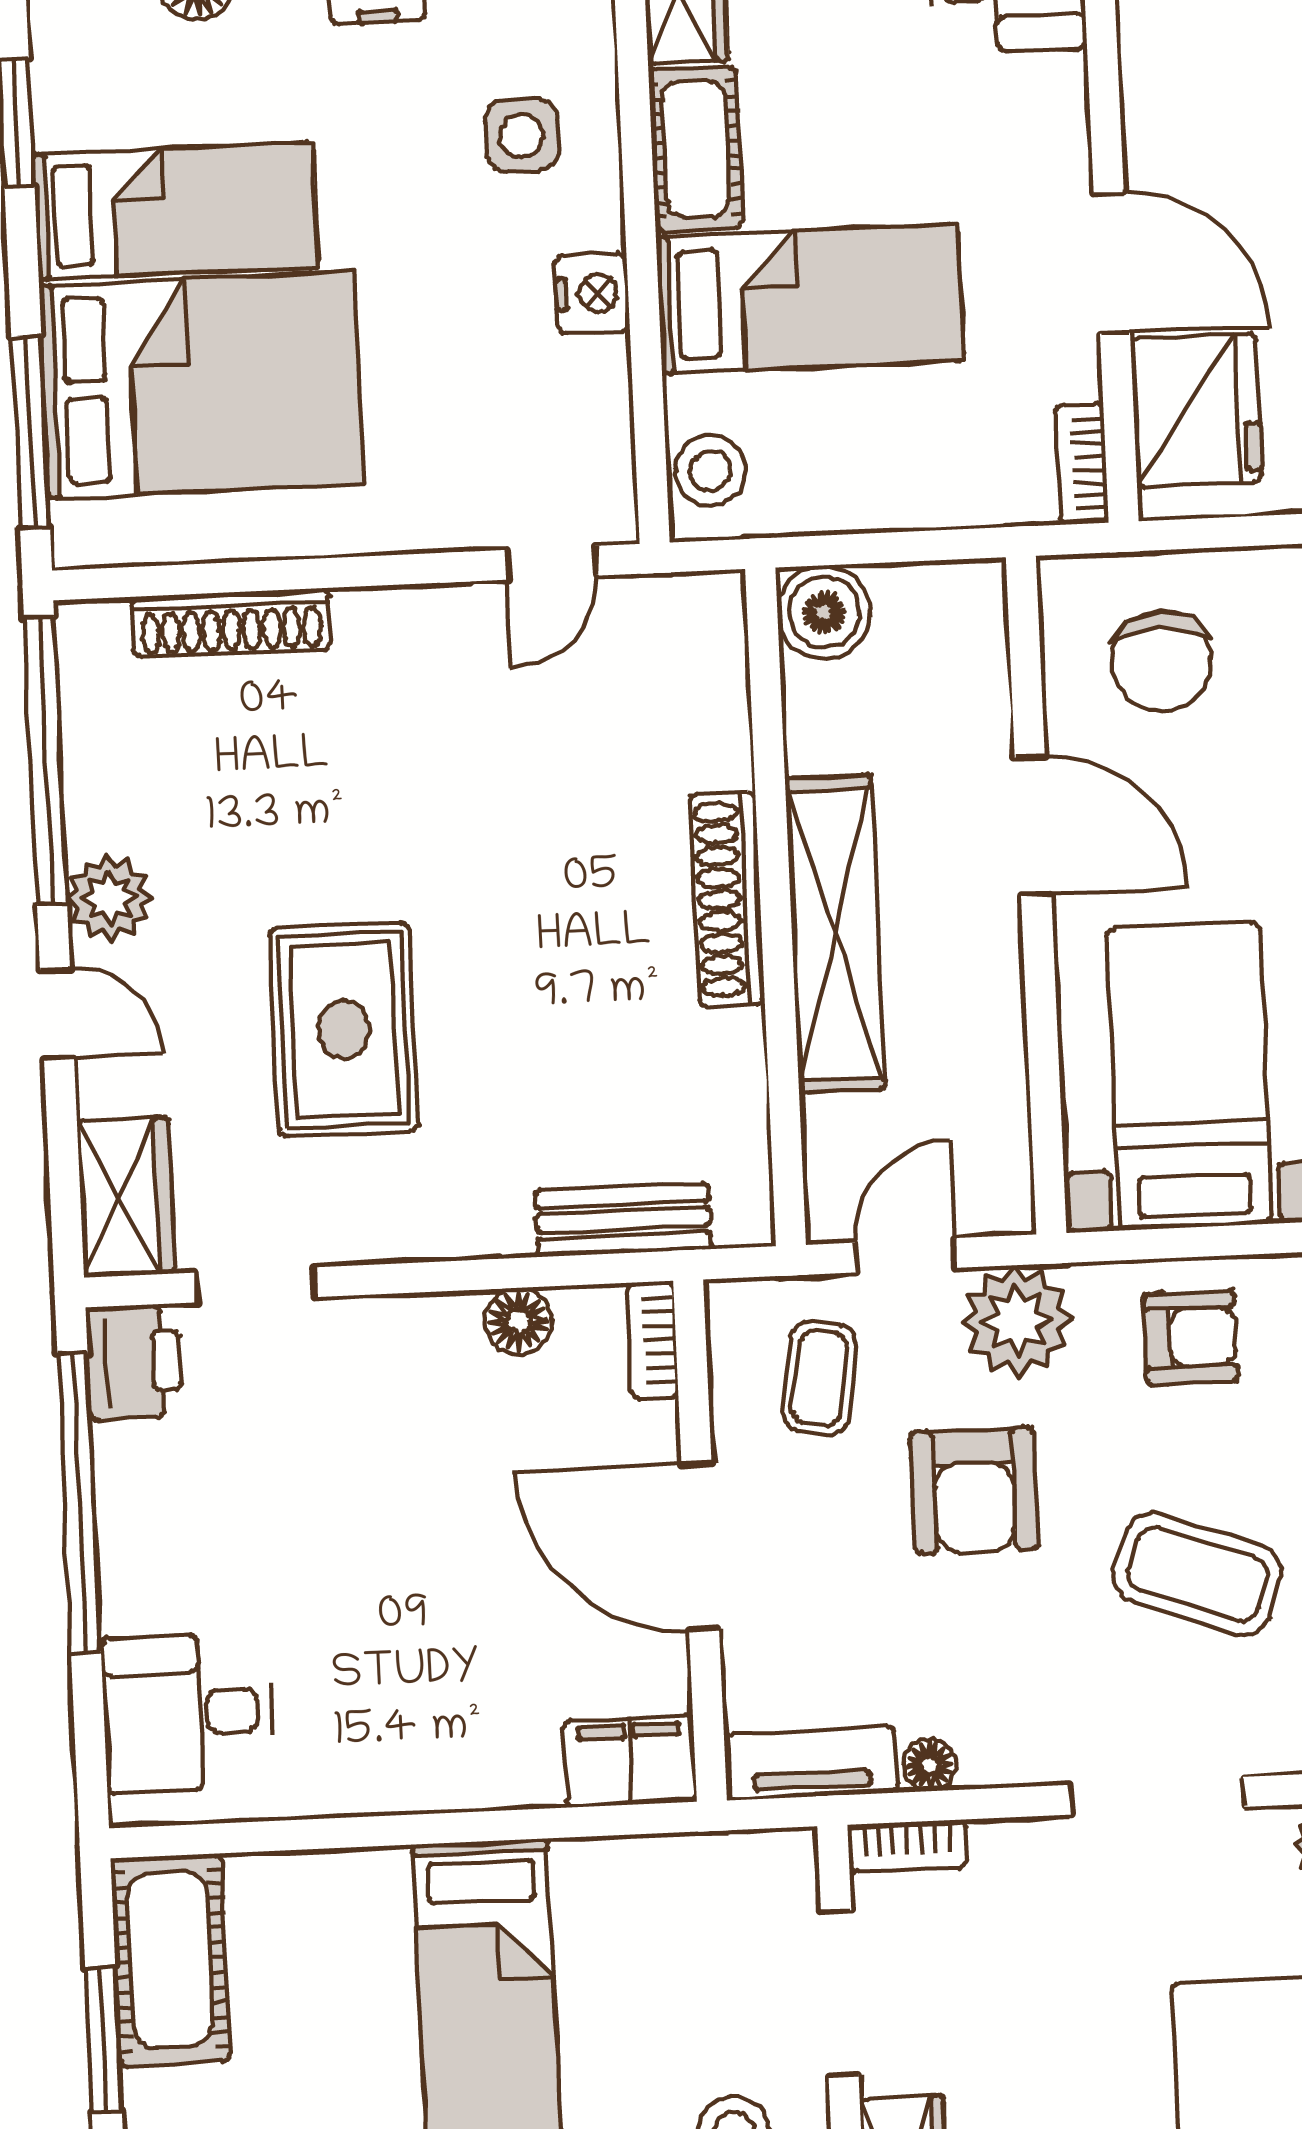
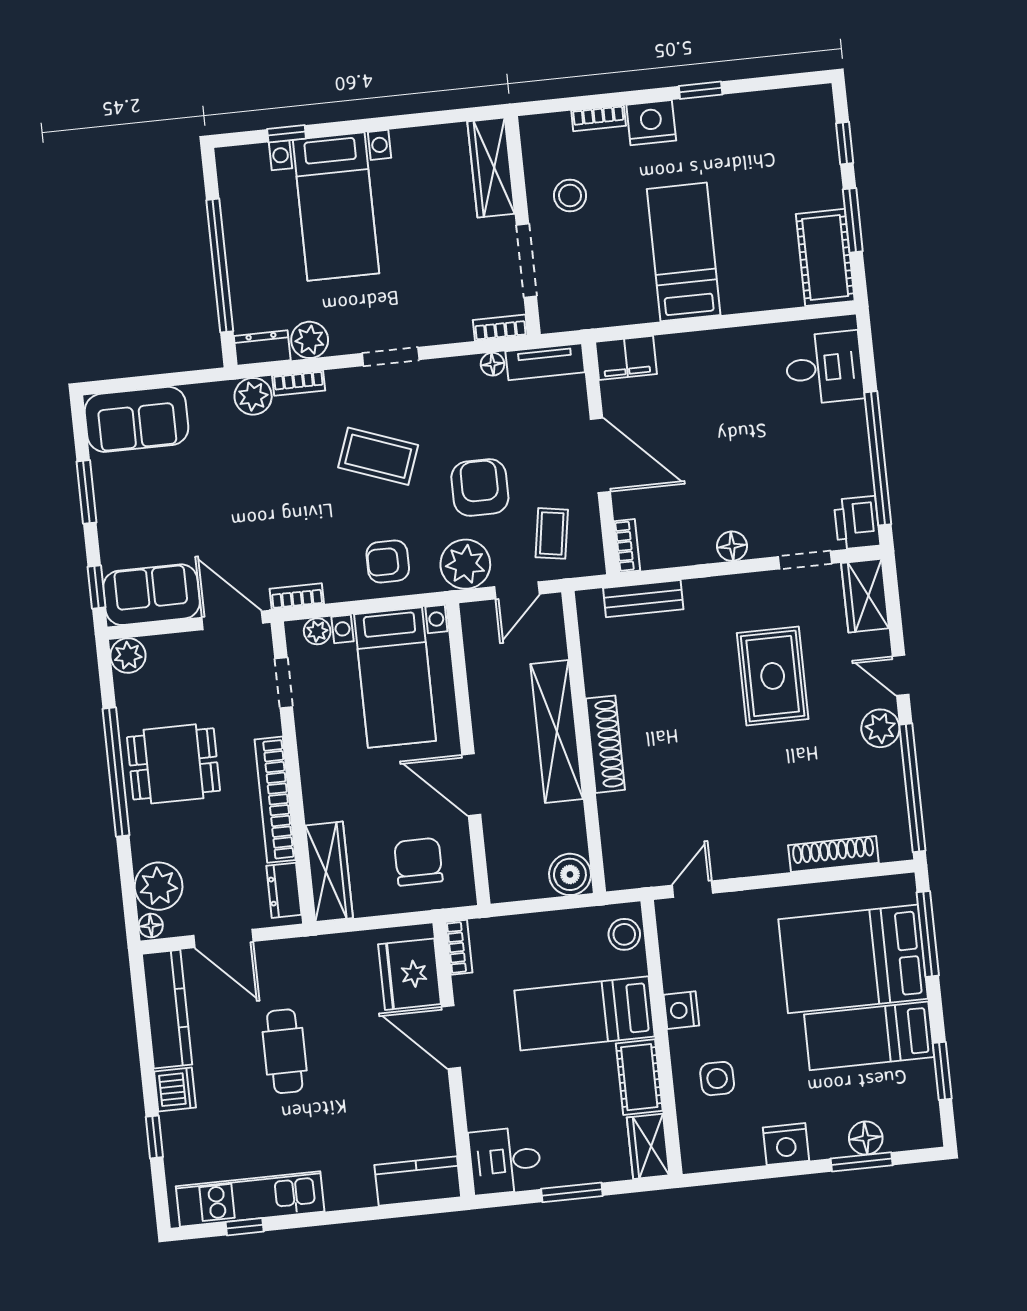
floor lamp: (518, 1321) -> (732, 546), moved
doorway: (1157, 1796) -> (391, 357), width x0.73

